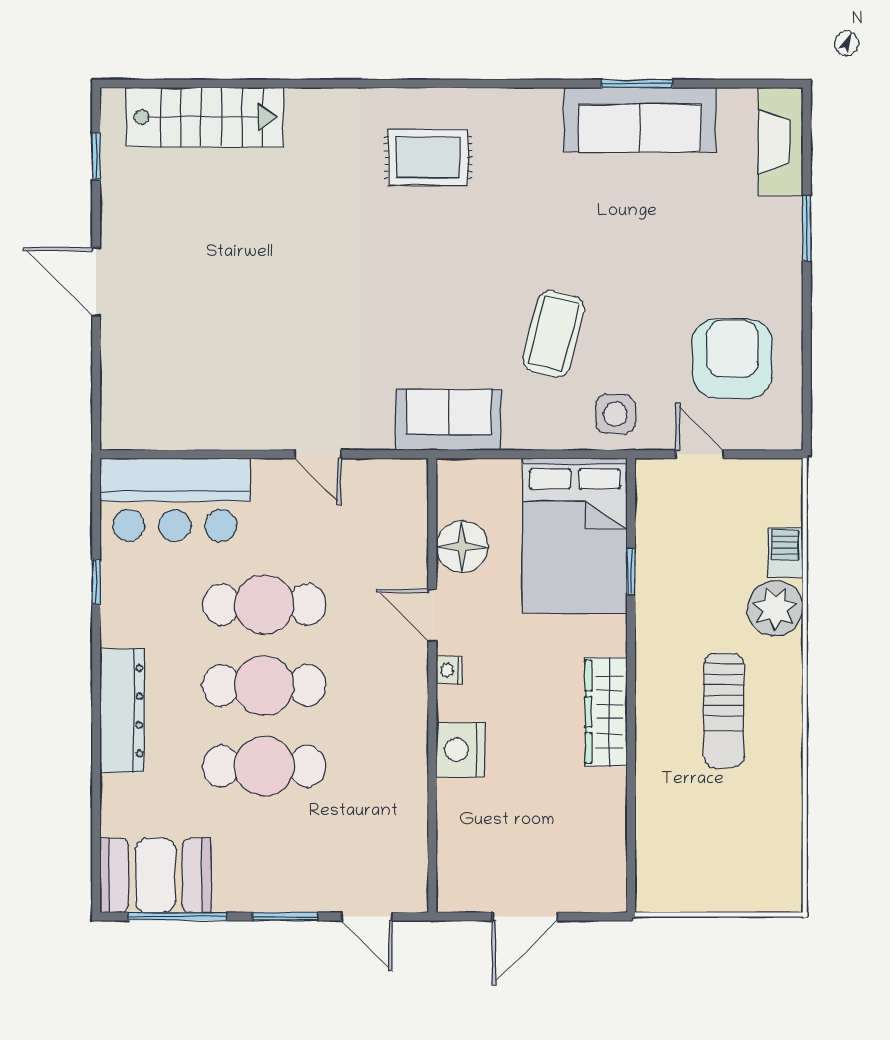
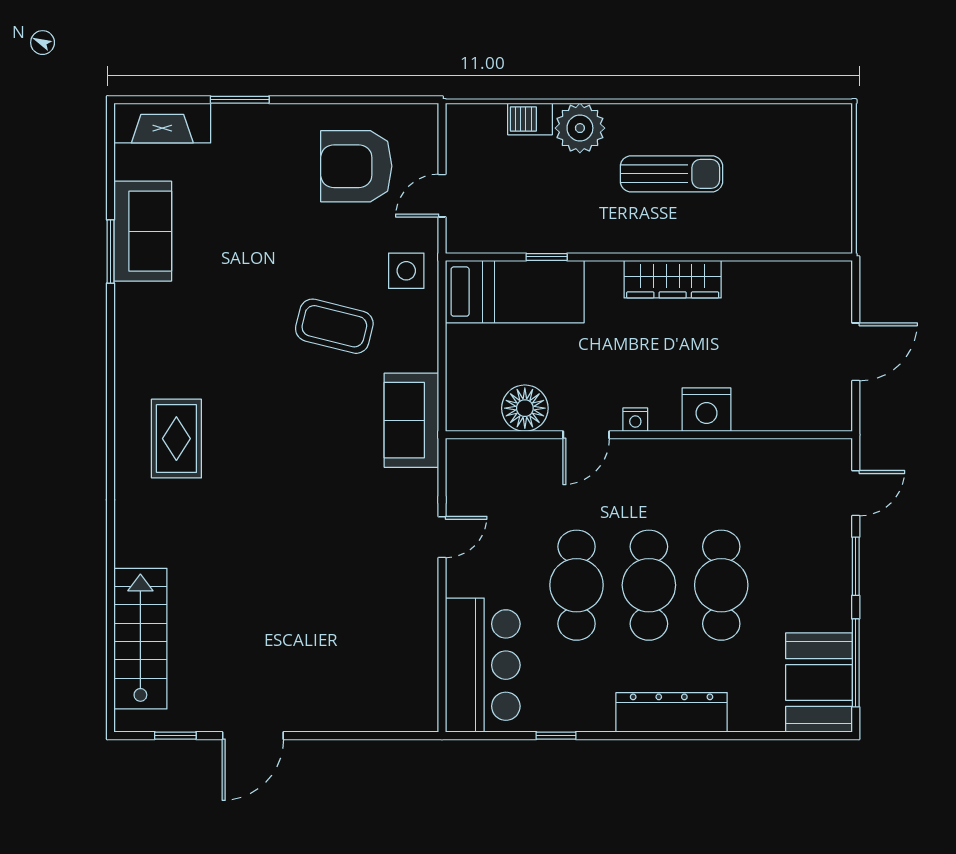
sofa: (640, 120) -> (143, 231), width x0.73
door: (96, 282) -> (253, 736), moved
bed: (575, 536) -> (515, 292), width x0.67
door: (525, 916) -> (856, 352), hinge flipped

